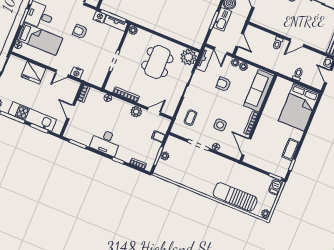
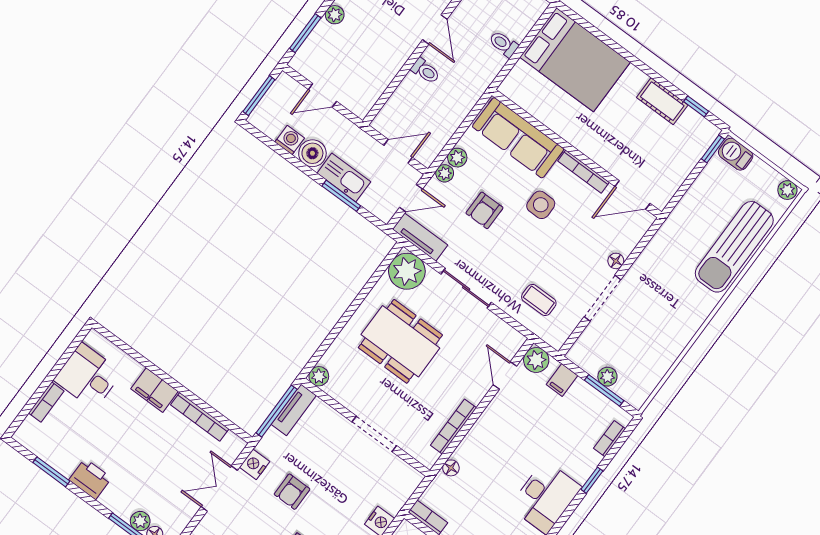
nightstand: (100, 17) -> (255, 464), moved
plant: (136, 112) -> (536, 360), moved
side table: (220, 125) -> (541, 205), moved

